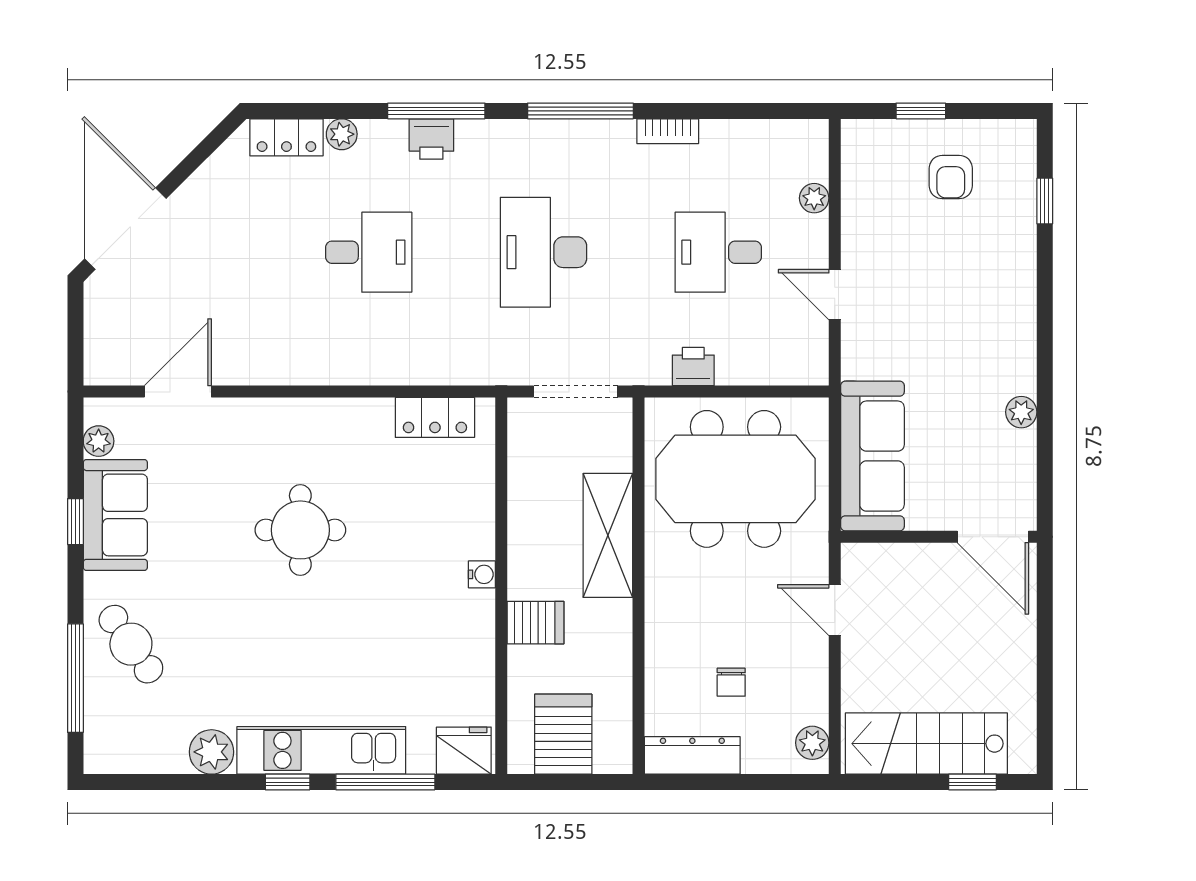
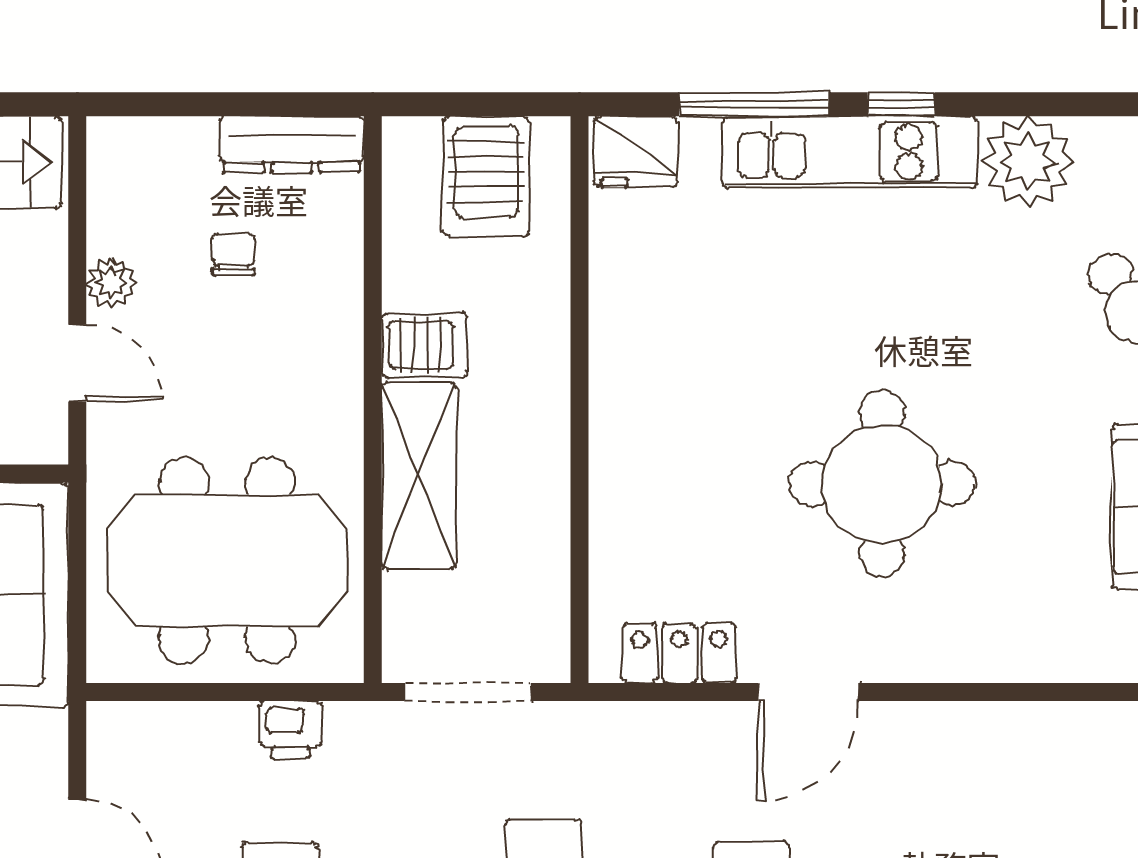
door: (178, 392) -> (808, 692), moved
round table: (300, 530) -> (882, 484), width x1.36, depth x1.36
water cooler: (482, 574) -> (609, 417), removed
server rack: (535, 623) -> (424, 345), moved, turned 180
plant: (812, 743) -> (111, 283), moved
plant: (212, 752) -> (1028, 162), width x1.36, depth x1.36

